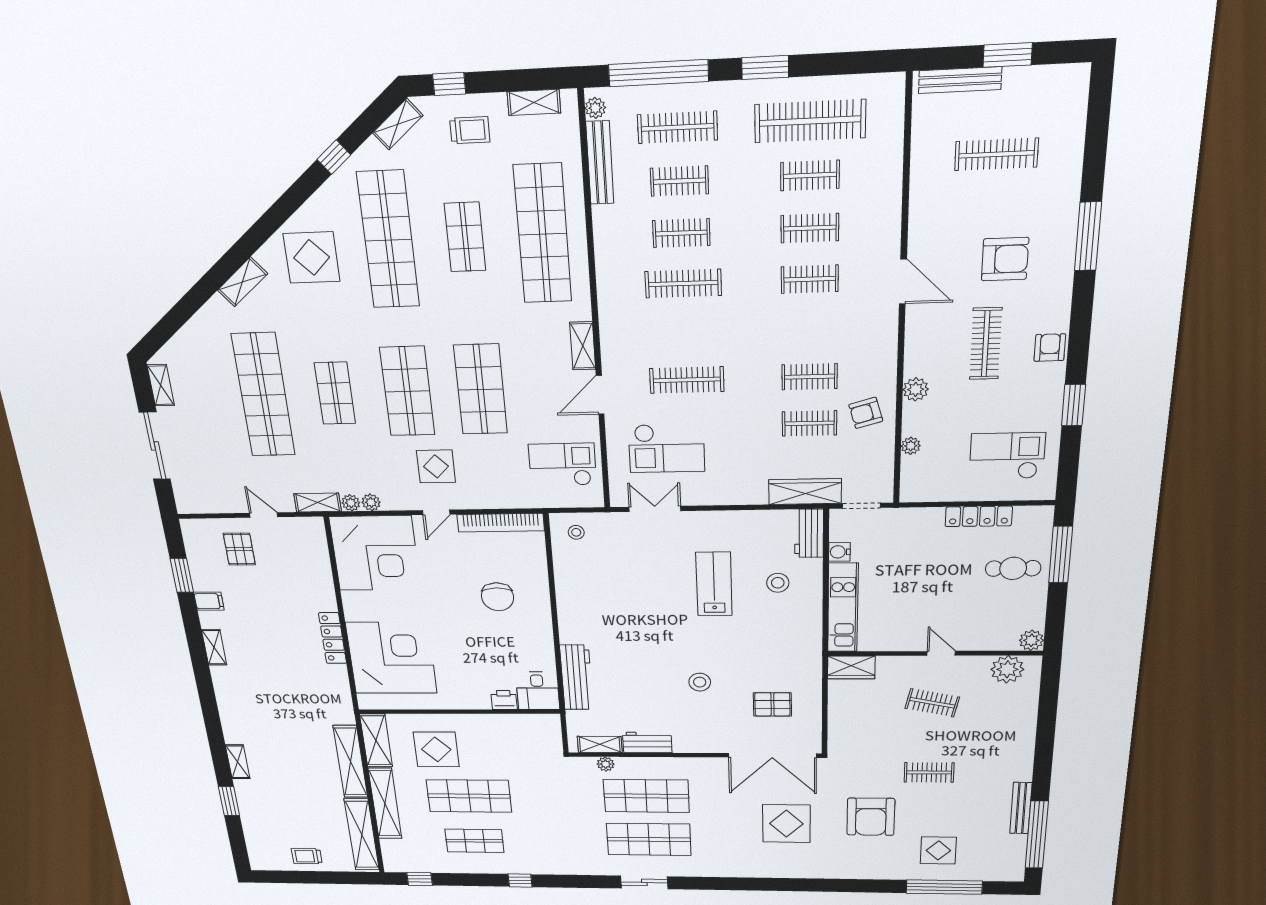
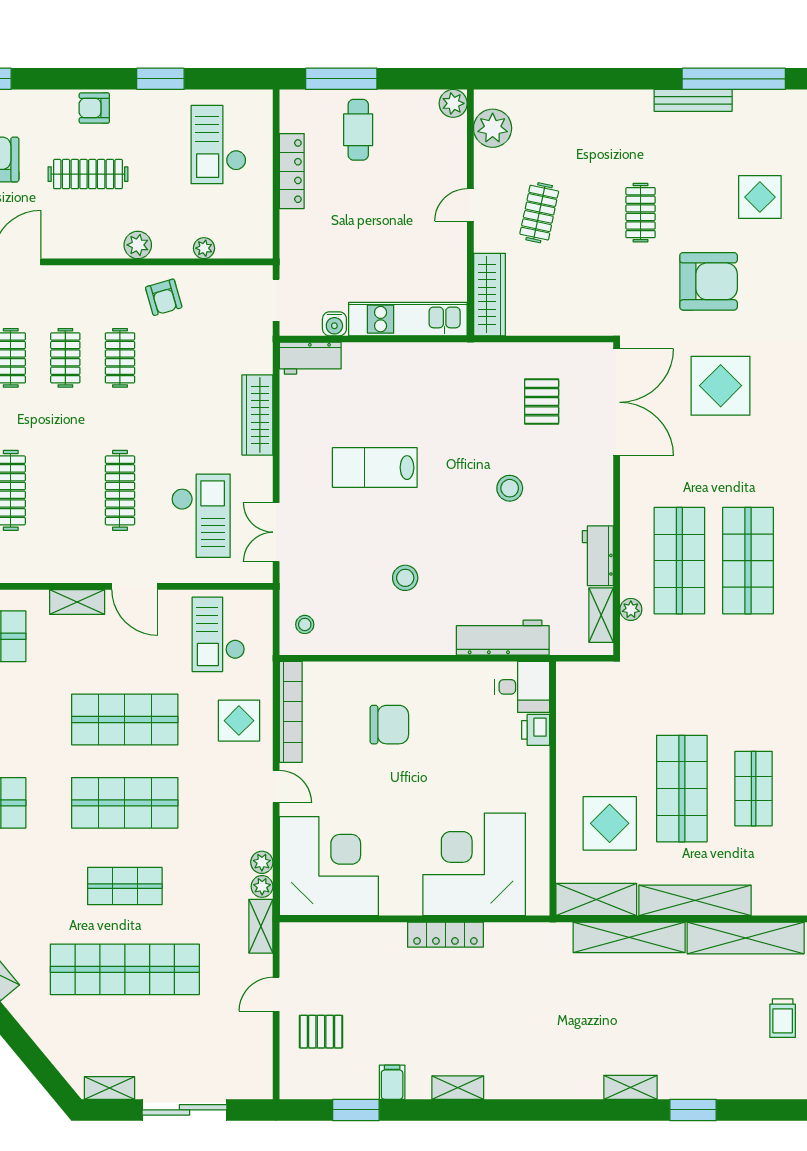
clothes rail: (809, 423) -> (65, 358), moved
display table: (436, 466) -> (239, 721), moved
wardrobe: (805, 492) -> (257, 415), moved
stool: (778, 583) -> (405, 578), moved
wardrobe: (851, 667) -> (489, 295), width x1.50

